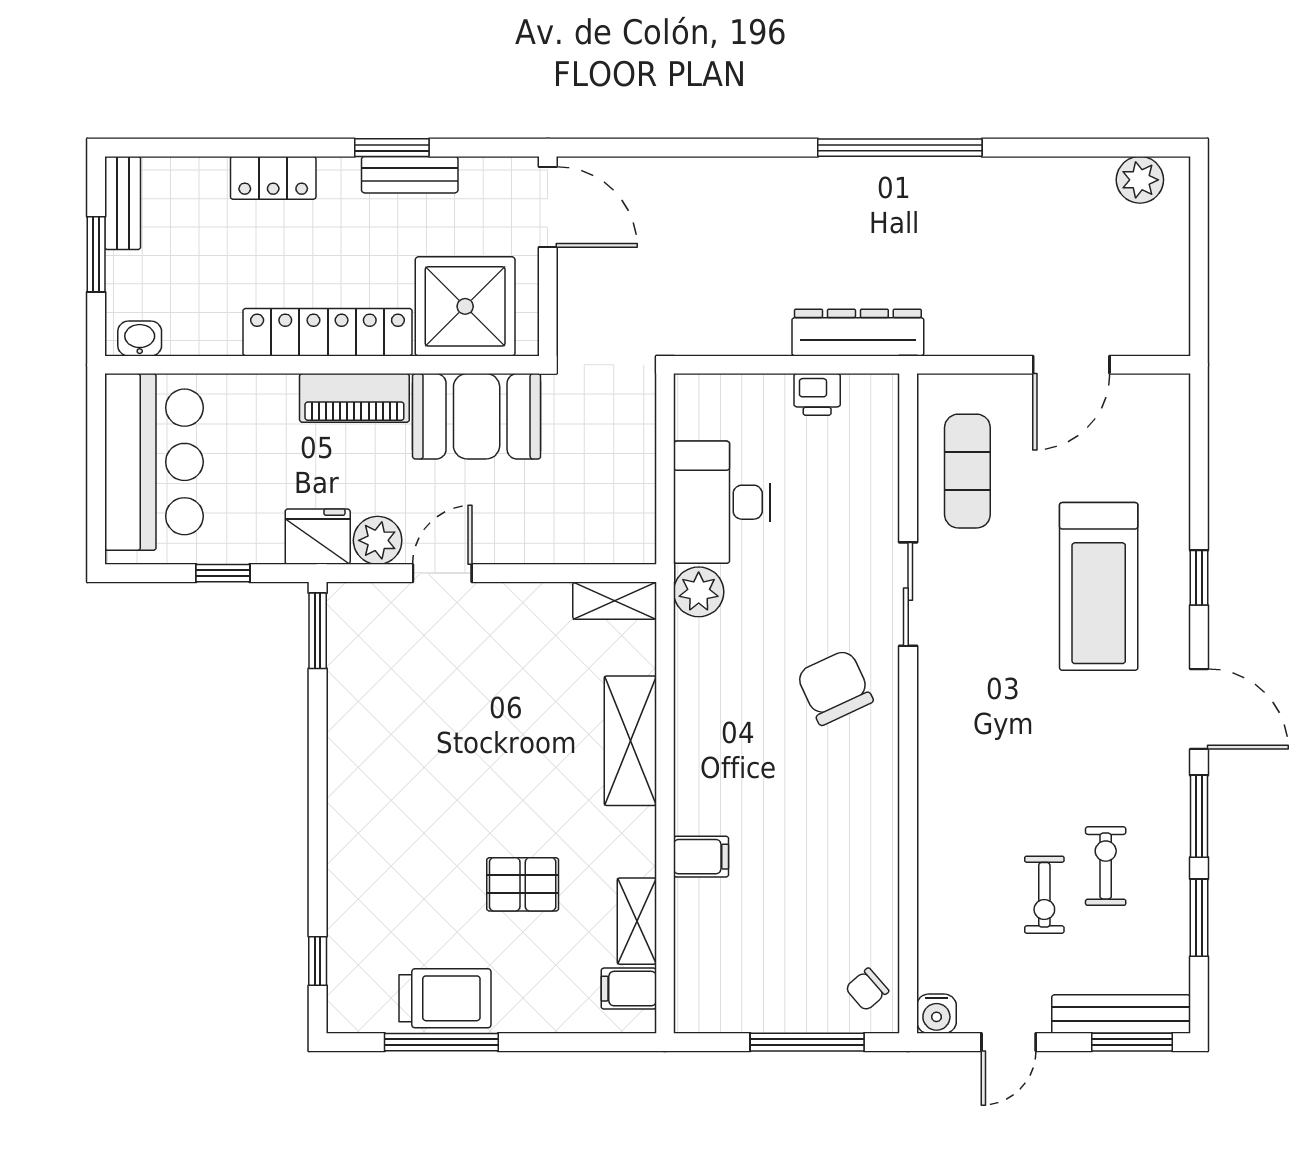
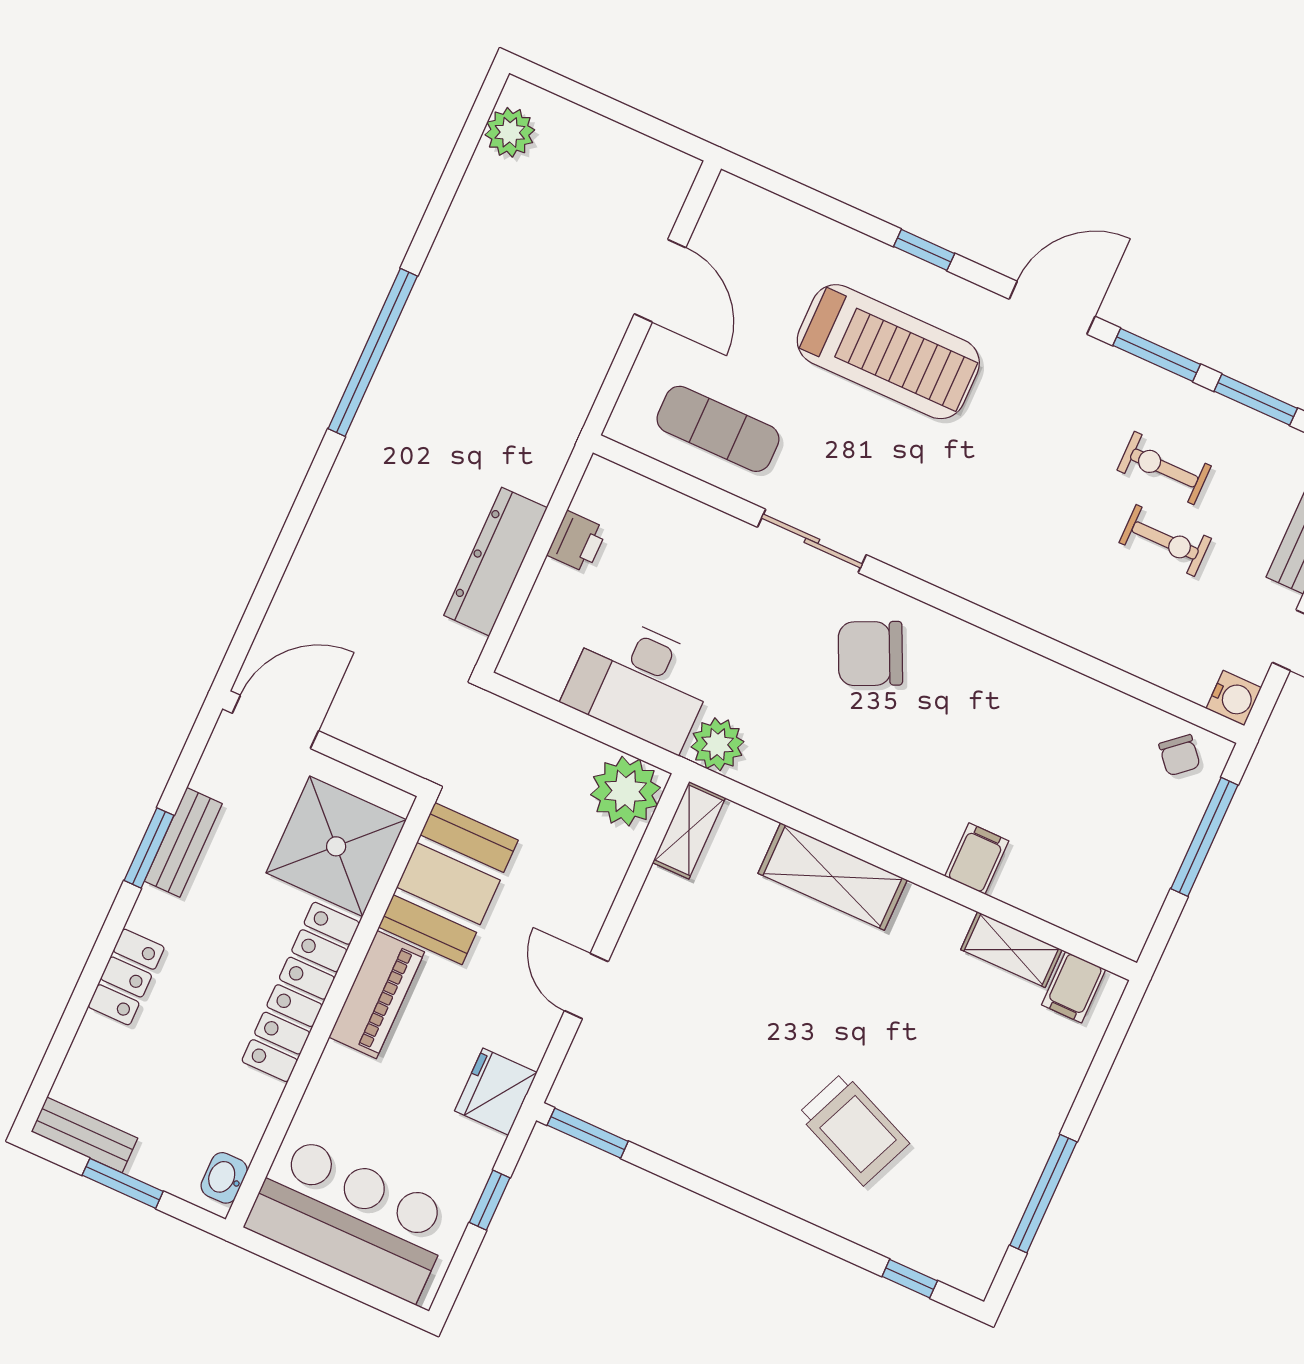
dresser: (858, 333) -> (495, 562), moved
plant: (378, 540) -> (625, 791), moved, width x1.36, depth x1.36
pallet: (523, 884) -> (925, 1045), removed
trolley: (445, 998) -> (853, 1129), moved, turned 113

